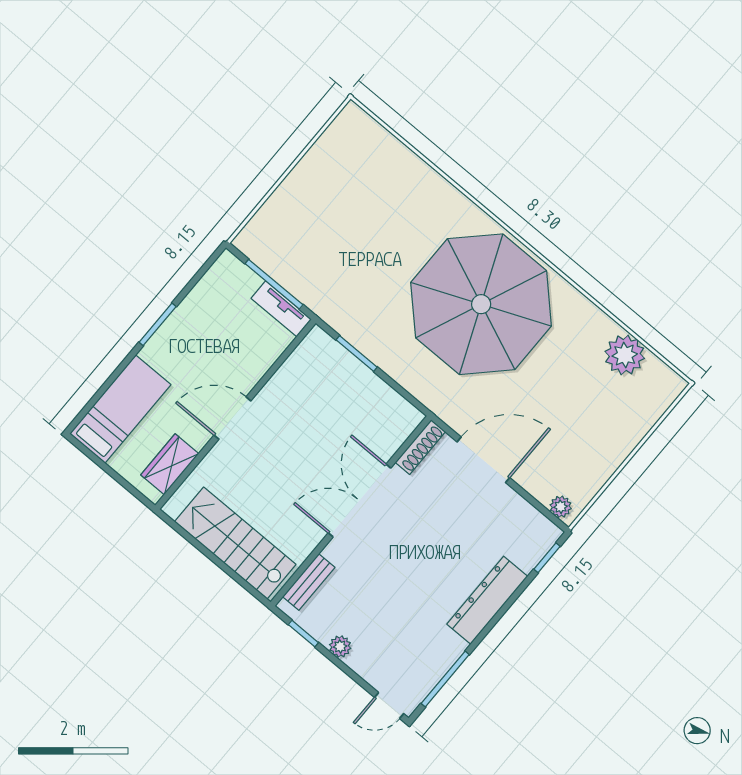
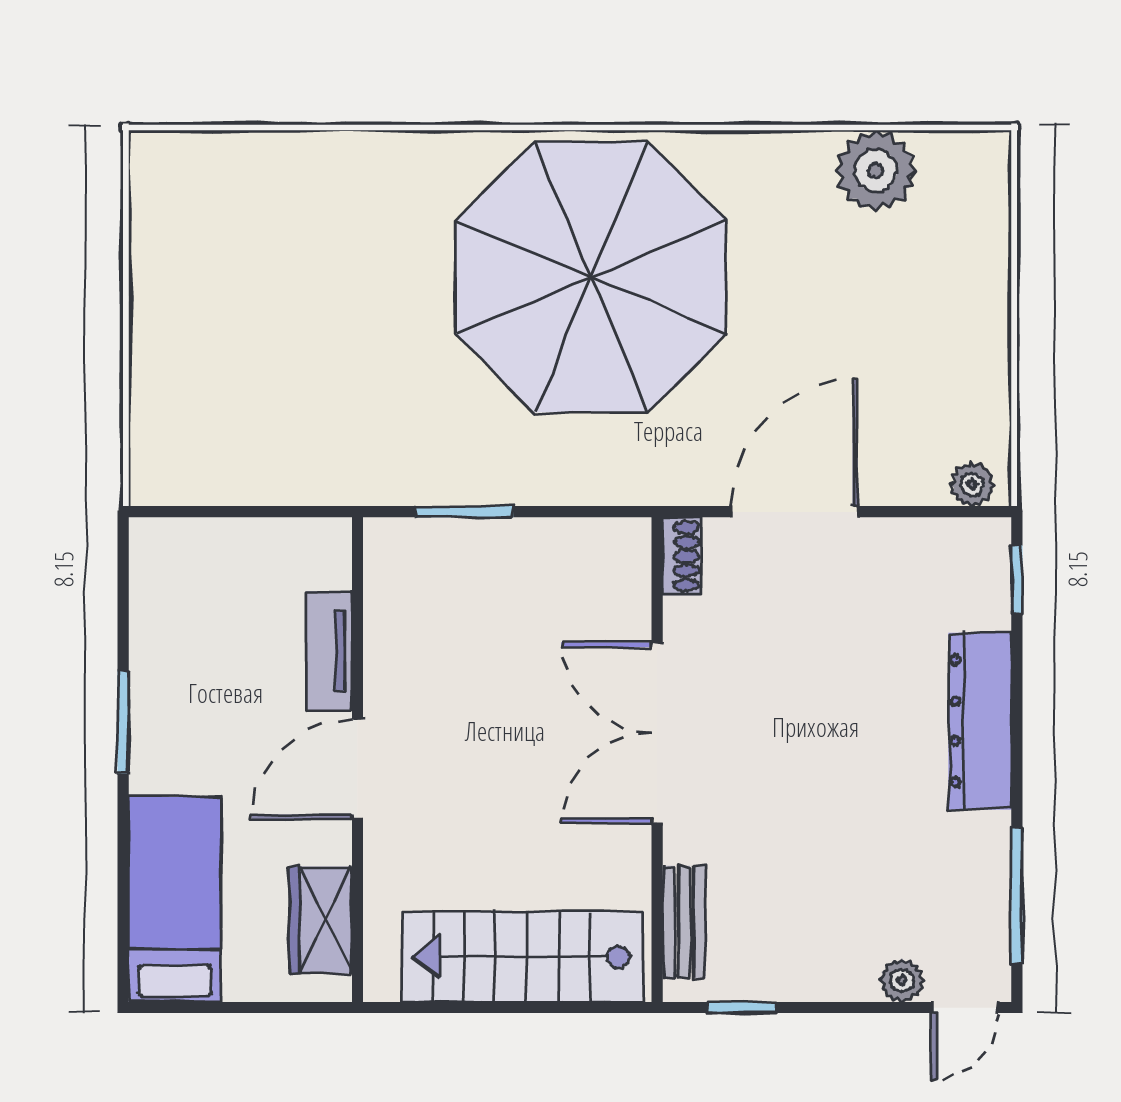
window: (274, 284) -> (249, 512), removed
tv unit: (281, 309) -> (329, 651), moved, turned 90
shoe rack: (420, 447) -> (682, 556), width x0.70
plant: (340, 646) -> (902, 980), moved

